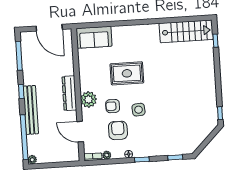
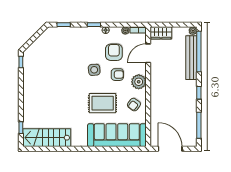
sofa: (94, 37) -> (117, 135), width x1.85, depth x1.27
armchair: (92, 74) -> (134, 105), added
dresser: (69, 93) -> (156, 89), removed
bench: (31, 110) -> (191, 58), moved
armchair: (118, 130) -> (114, 52), turned 180
door: (80, 132) -> (148, 53), swing flipped
wardrobe: (67, 155) -> (161, 33), added

